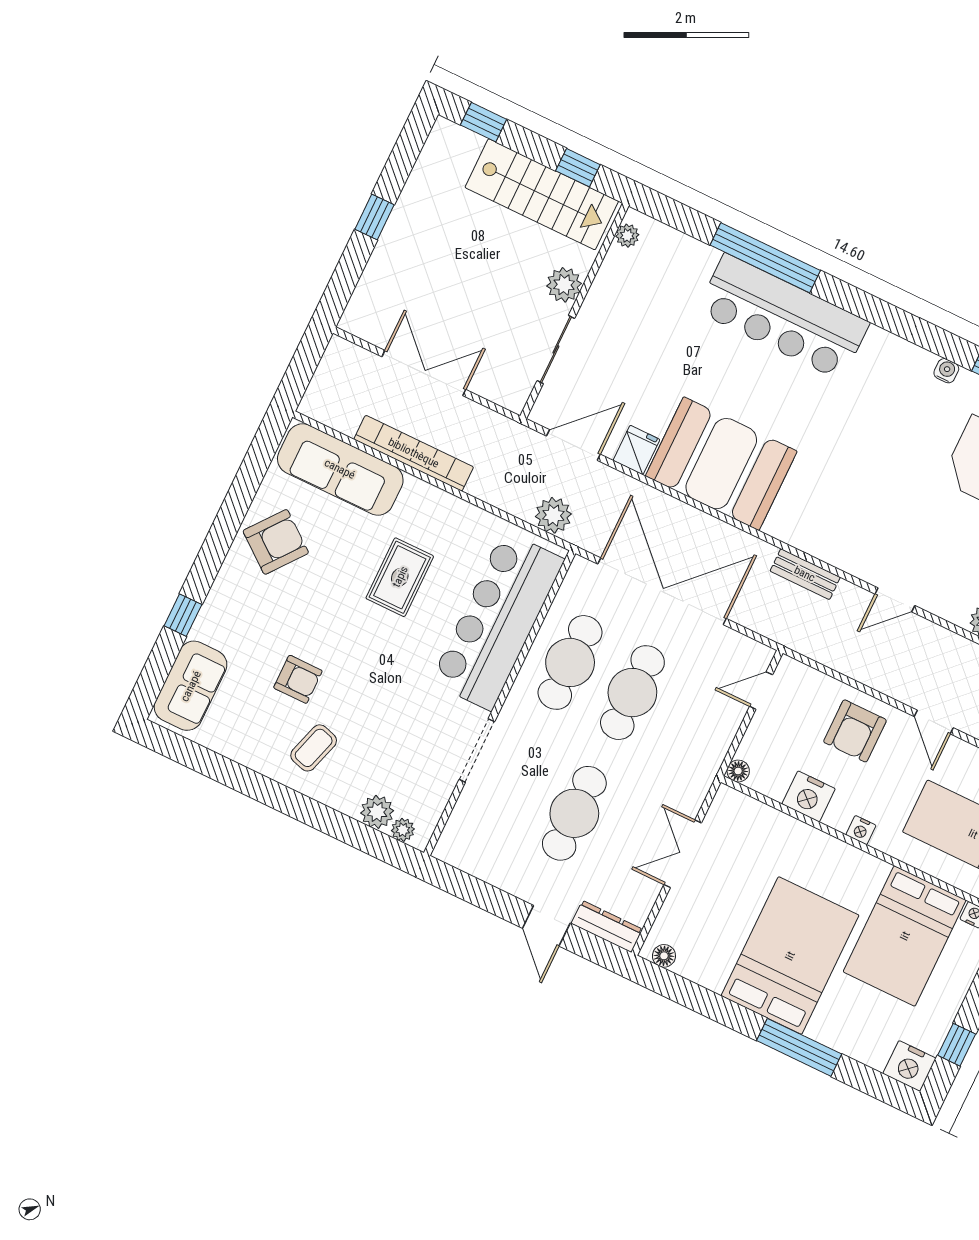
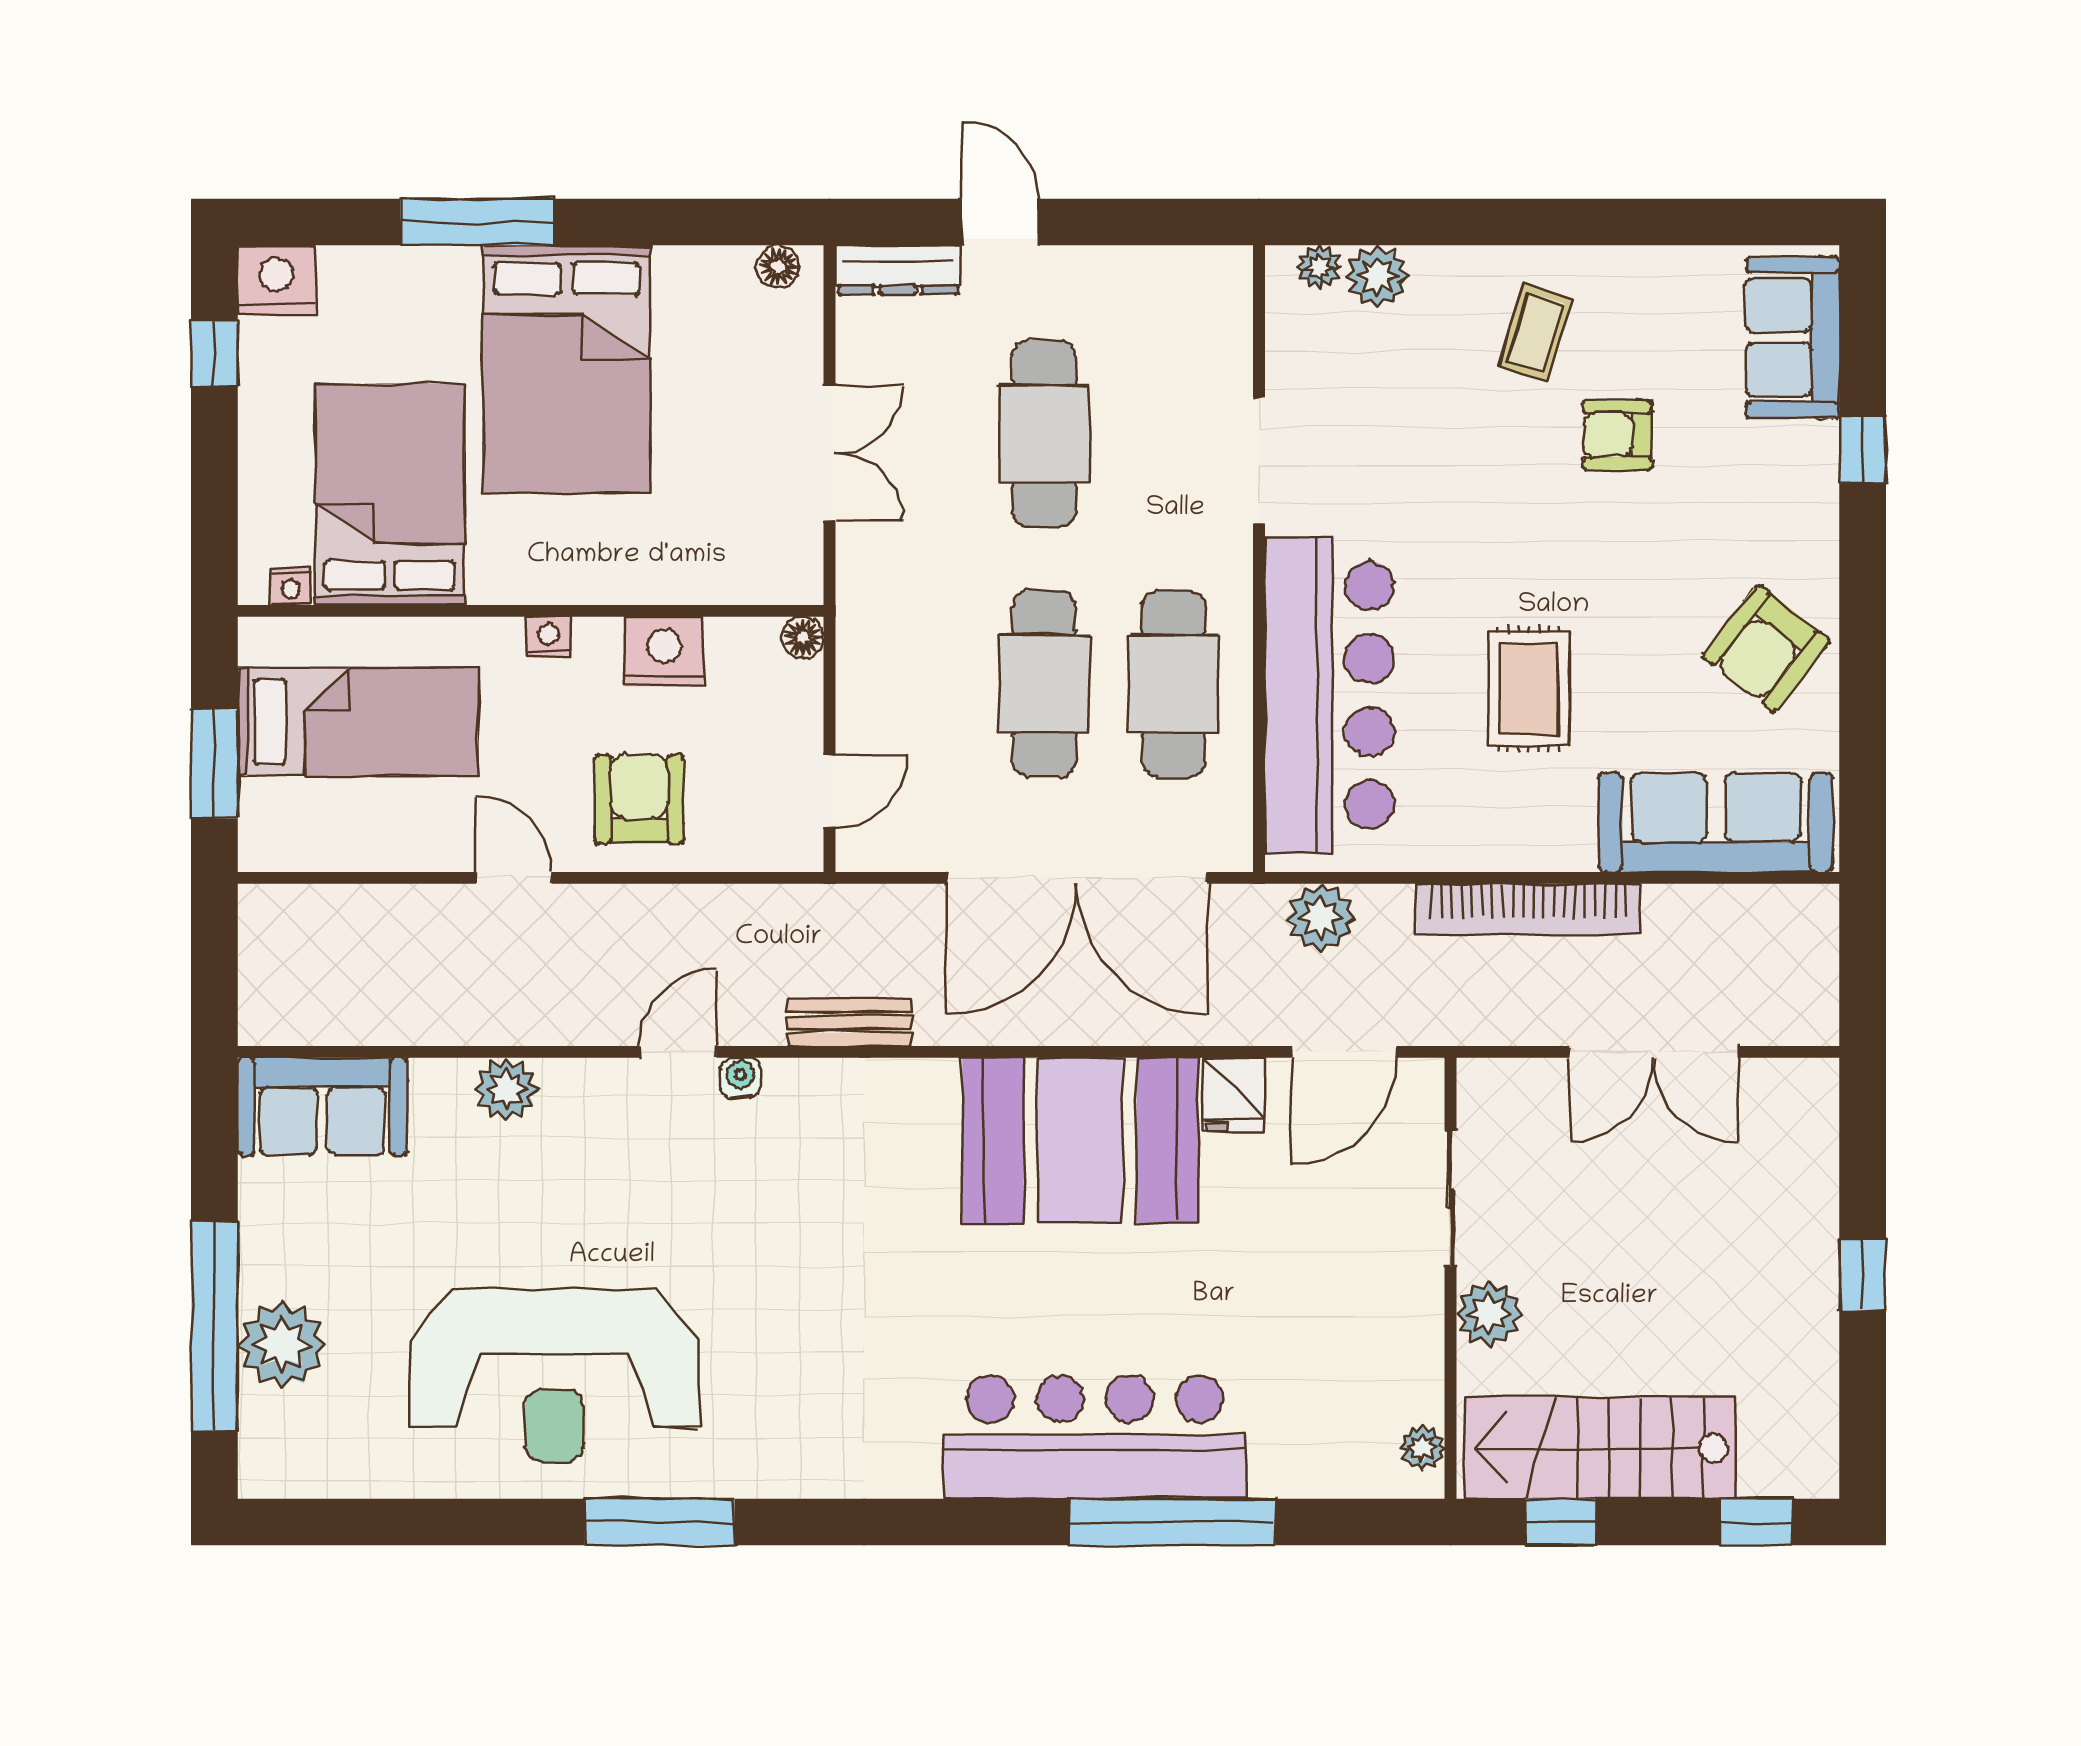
water cooler: (946, 371) -> (740, 1078), moved, turned 180
bookcase: (414, 453) -> (1528, 909), moved

